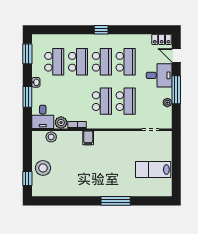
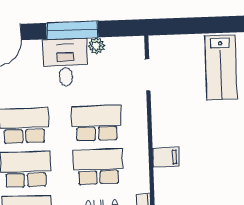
desk: (159, 75) -> (65, 62), moved
filing cabinet: (88, 138) -> (166, 157), moved

